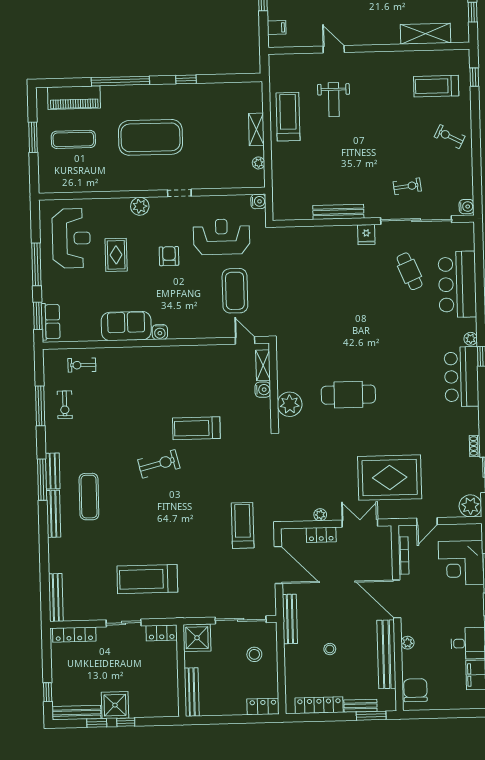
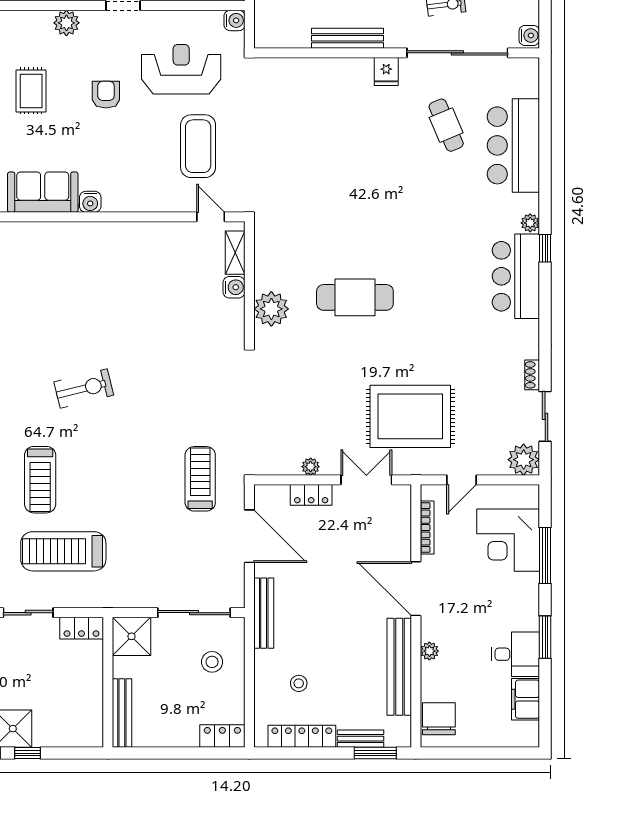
treadmill: (196, 428) -> (40, 480), moved, turned -90
stool: (330, 649) -> (299, 683), moved

